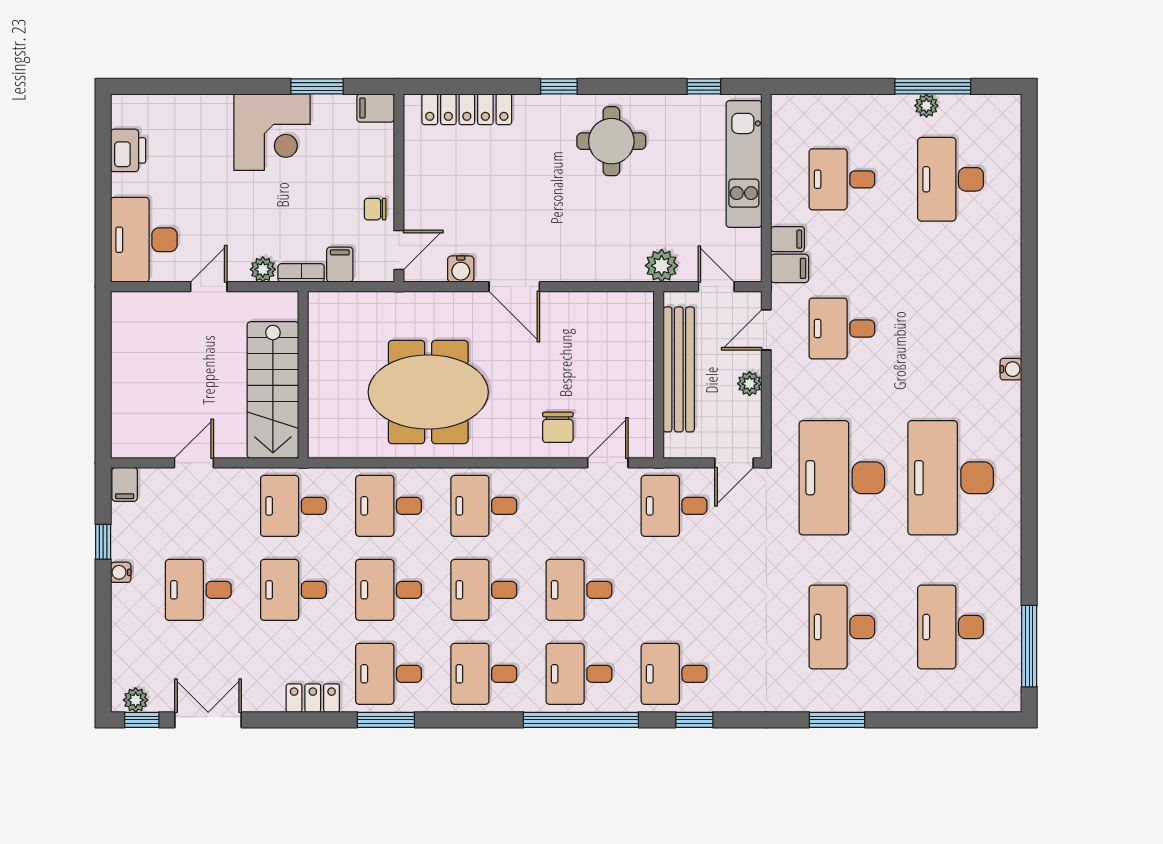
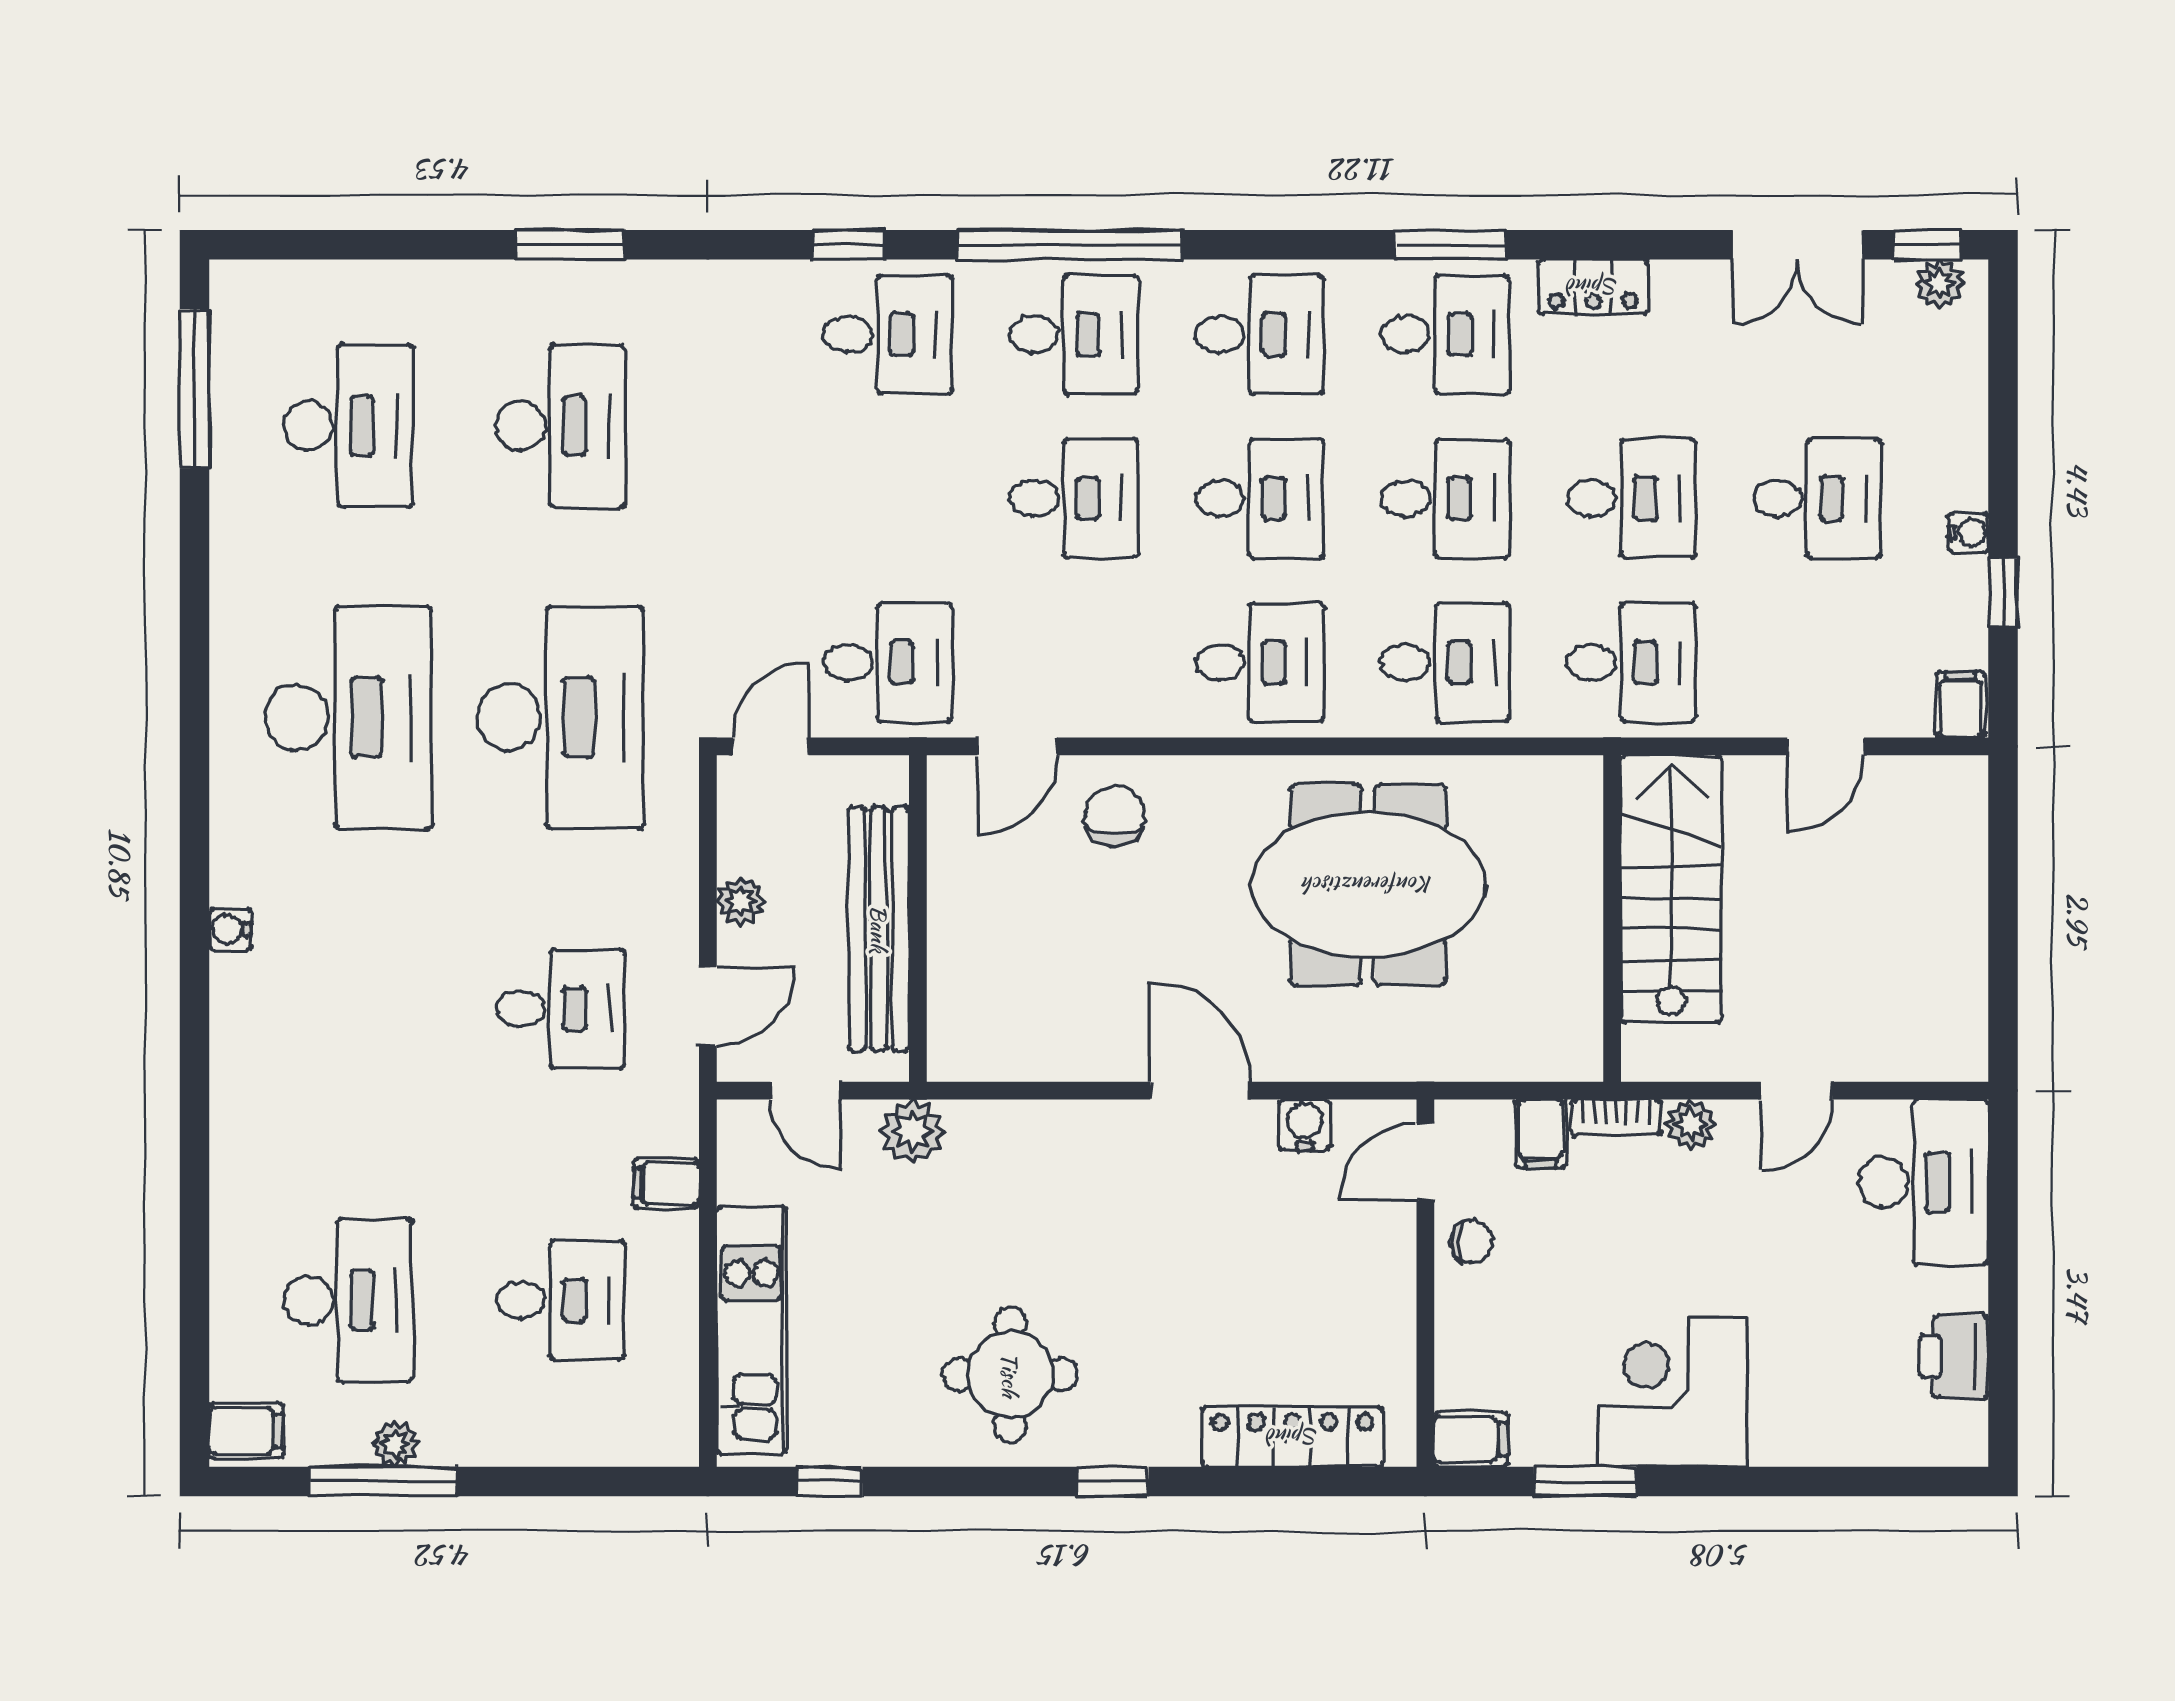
filing cabinet: (790, 268) -> (246, 1430), moved, turned 180

